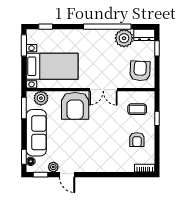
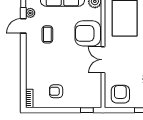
armchair: (140, 71) -> (120, 94), turned -93
coffee table: (137, 109) -> (47, 34), moved
window: (157, 118) -> (87, 110), moved

